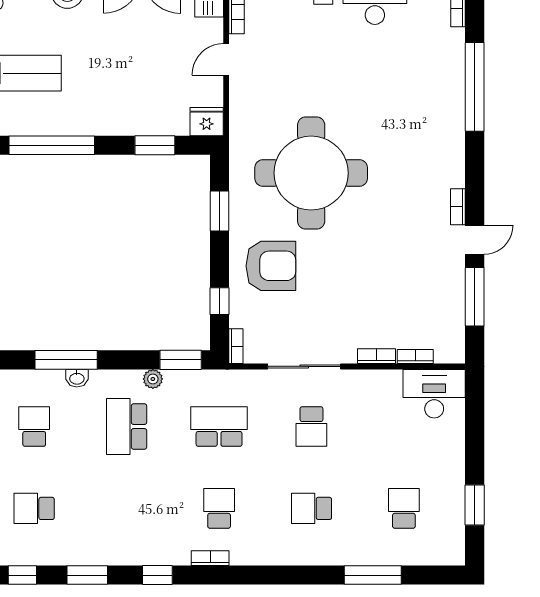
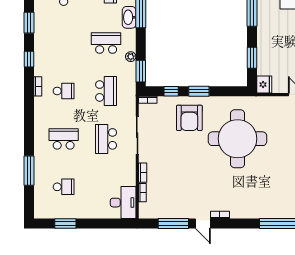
window: (220, 211) -> (199, 91), moved
washbasin: (77, 378) -> (129, 17), width x1.91, depth x1.45
school desk: (311, 427) -> (106, 139), width x1.85
school desk: (311, 508) -> (64, 139), width x1.85

